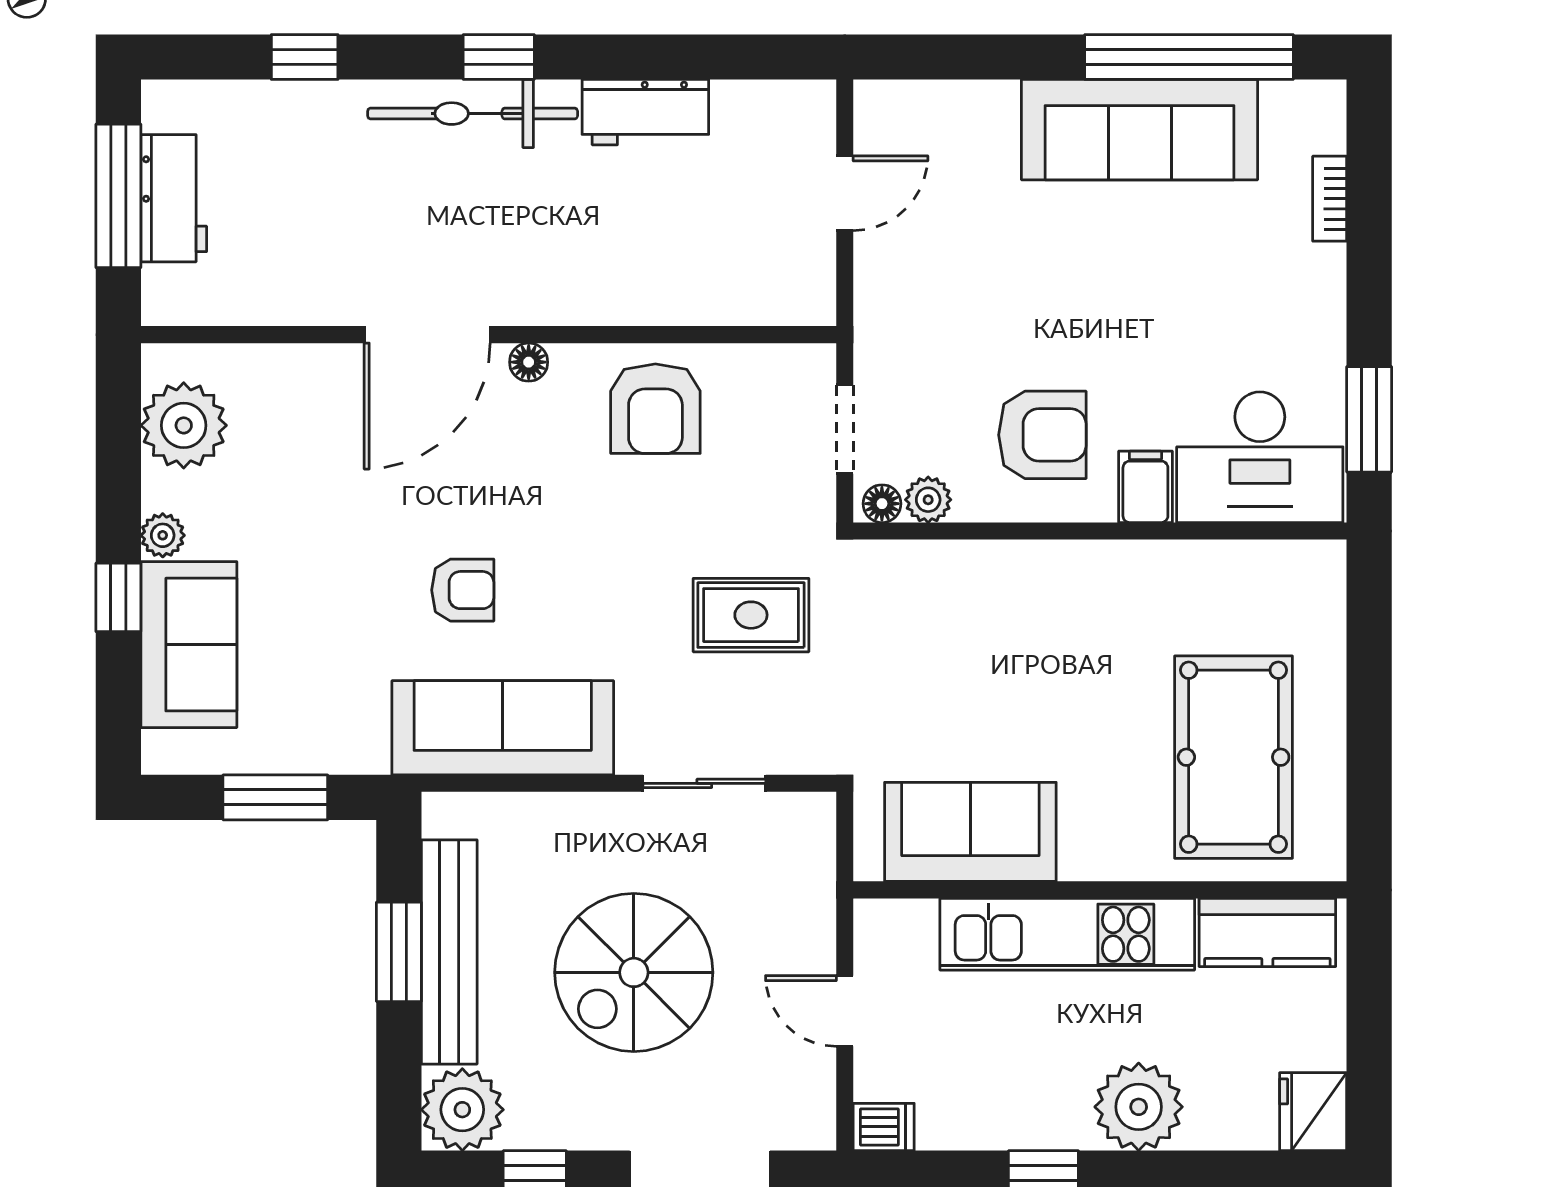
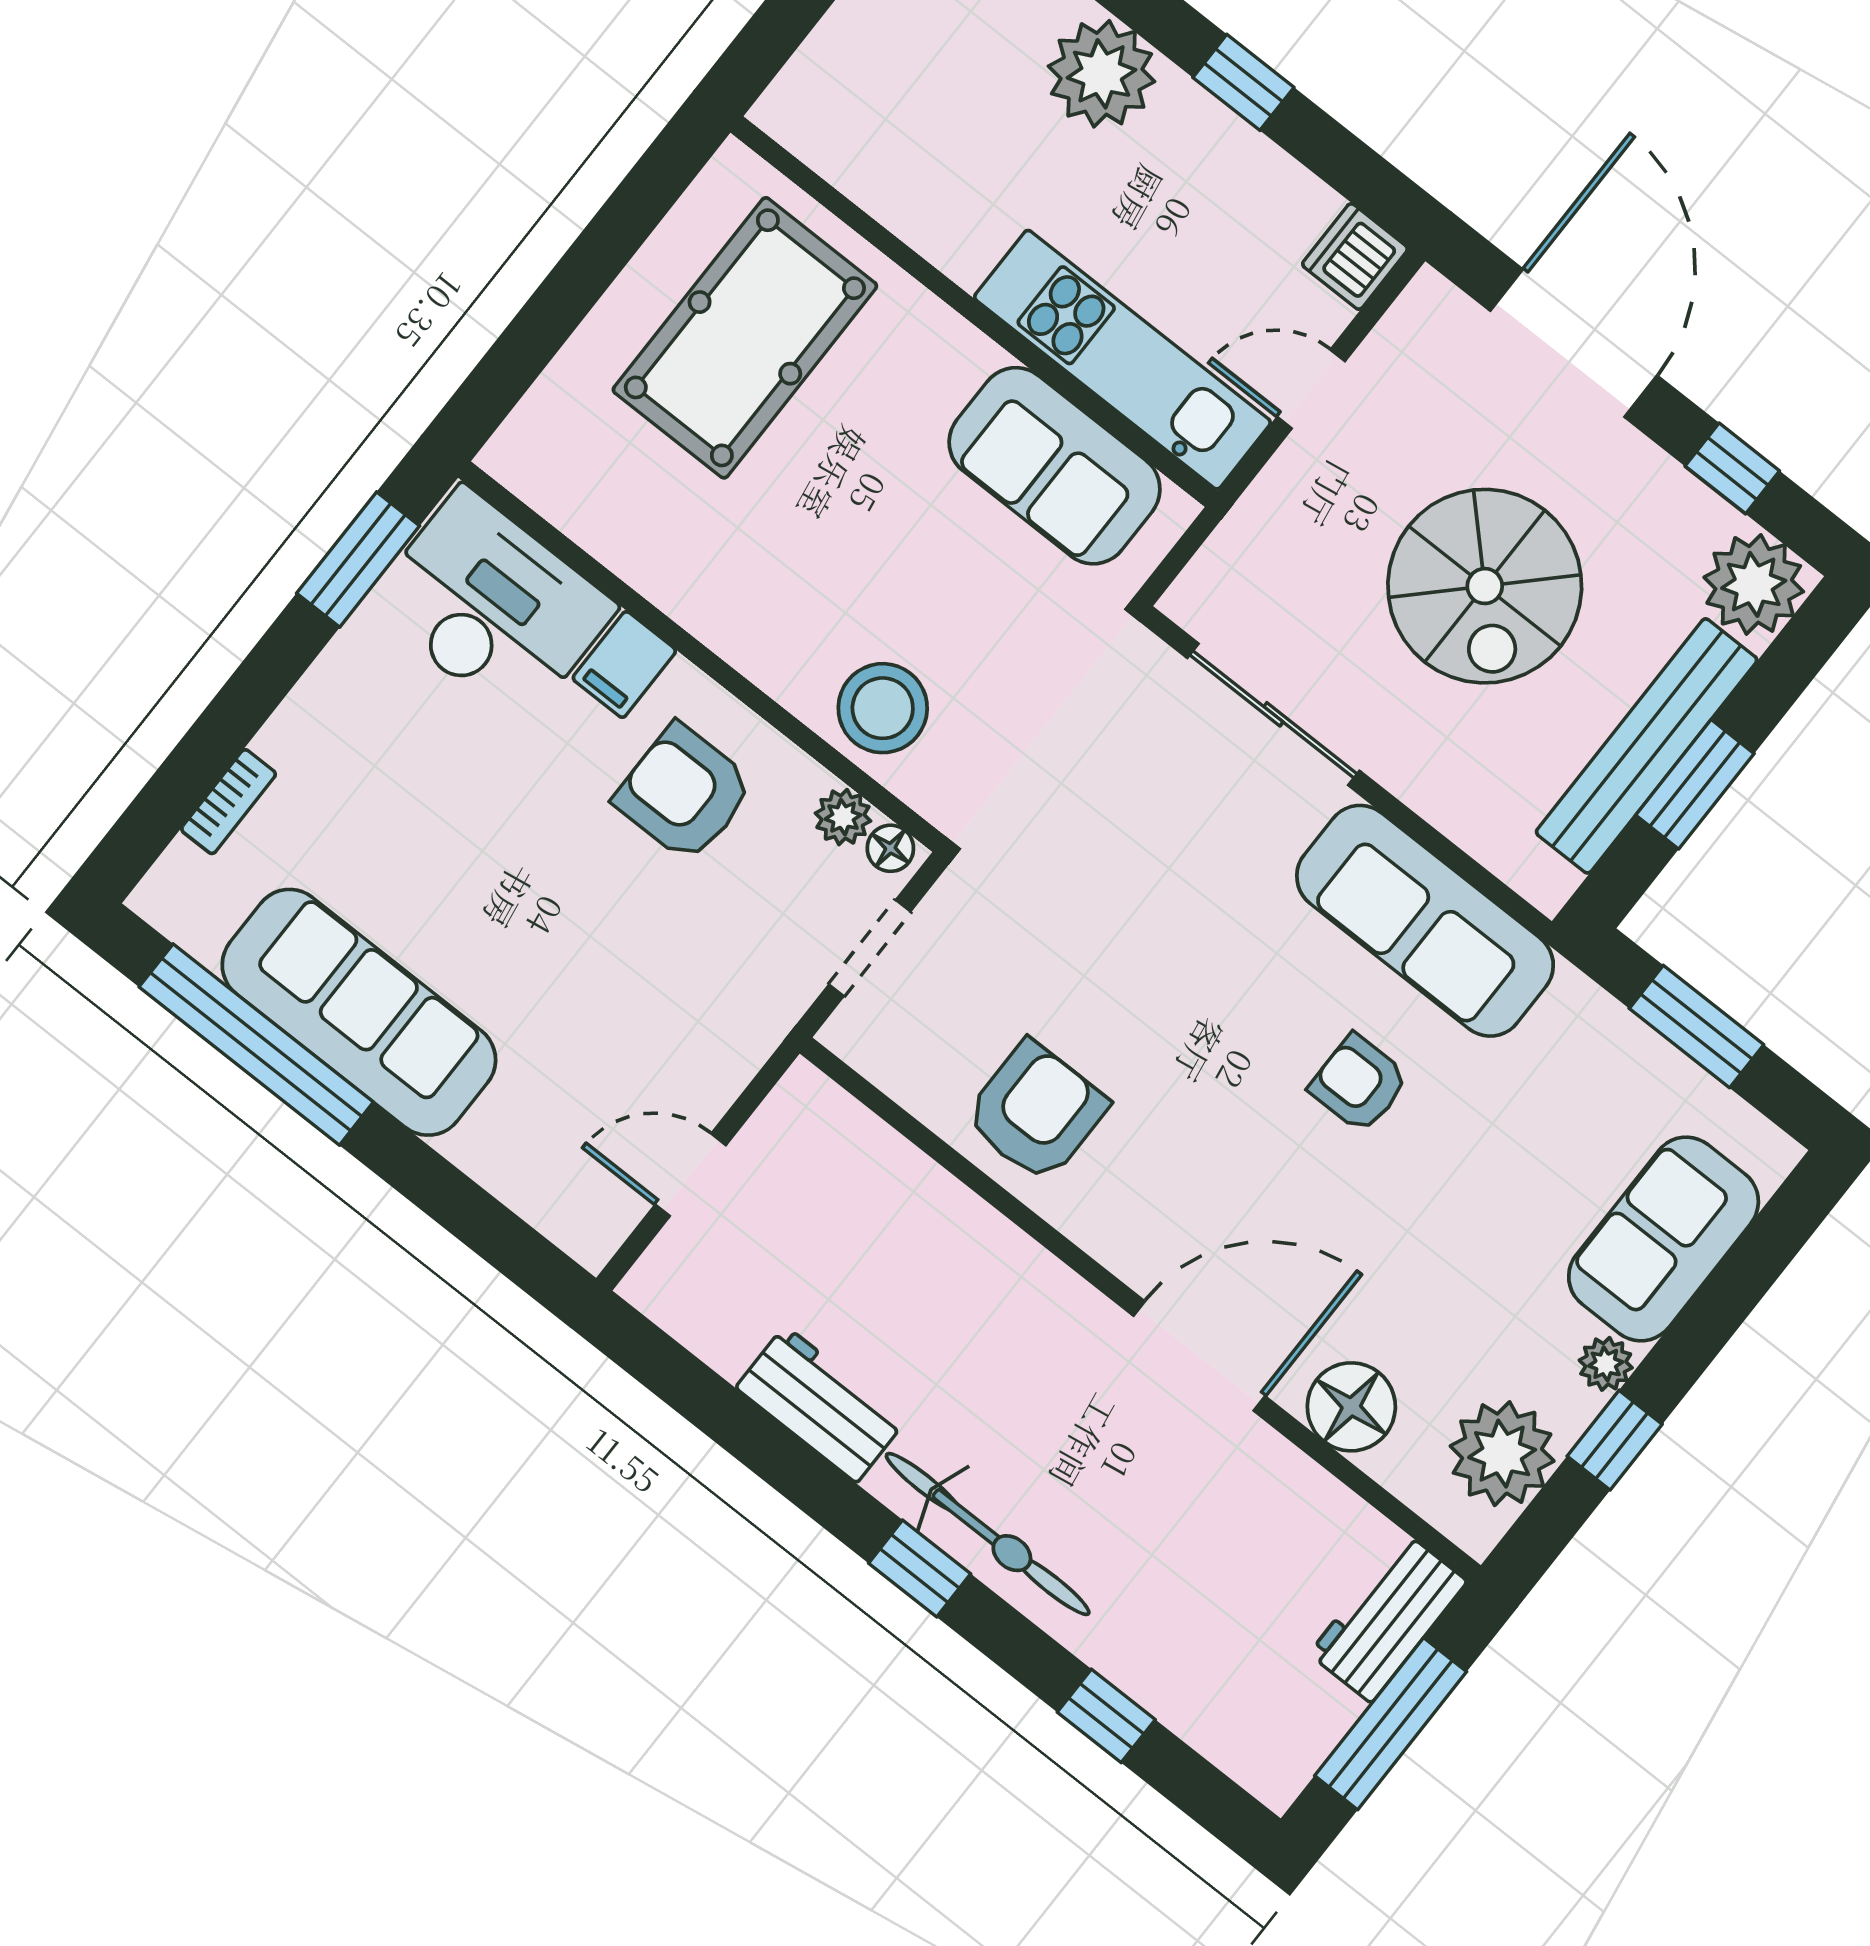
workbench: (174, 198) -> (1388, 1618), moved
floor lamp: (529, 362) -> (1351, 1407), moved, width x1.89, depth x1.89
stool: (958, 590) -> (883, 708), added
window: (118, 597) -> (1615, 1440), moved
rug: (751, 615) -> (1101, 841), removed
sliding door: (704, 783) -> (1273, 714), width x1.37
kitchen counter: (1267, 932) -> (845, 144), removed
kitchen unit: (1067, 934) -> (1122, 360), moved
spiral stairs: (634, 972) -> (1485, 586), turned 90
door: (845, 1011) -> (1311, 389), swing flipped
dishwasher: (884, 1127) -> (1355, 257), width x1.38

